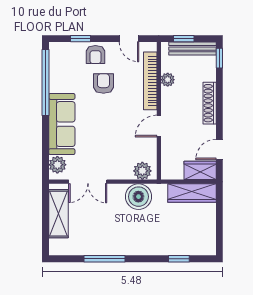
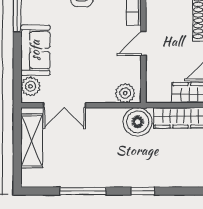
sofa: (62, 124) -> (35, 50), width x0.73
boiler: (138, 197) -> (138, 122), moved
window: (179, 259) -> (143, 191), moved

